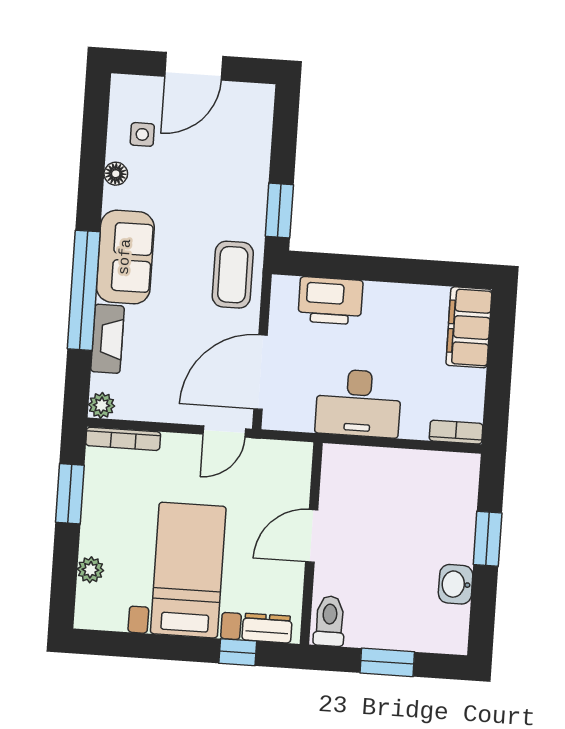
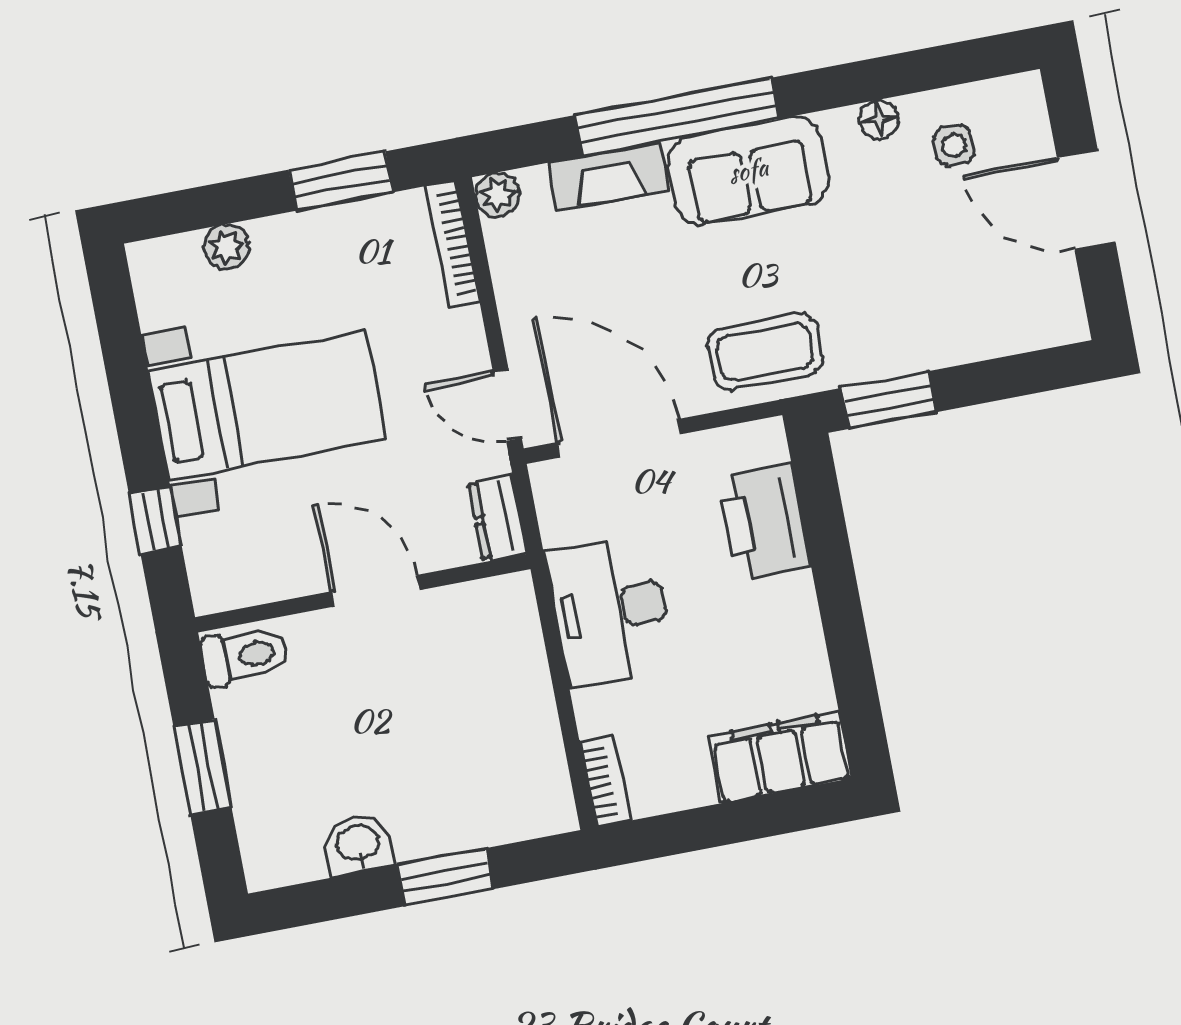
dresser: (267, 628) -> (498, 517), moved, turned 180

